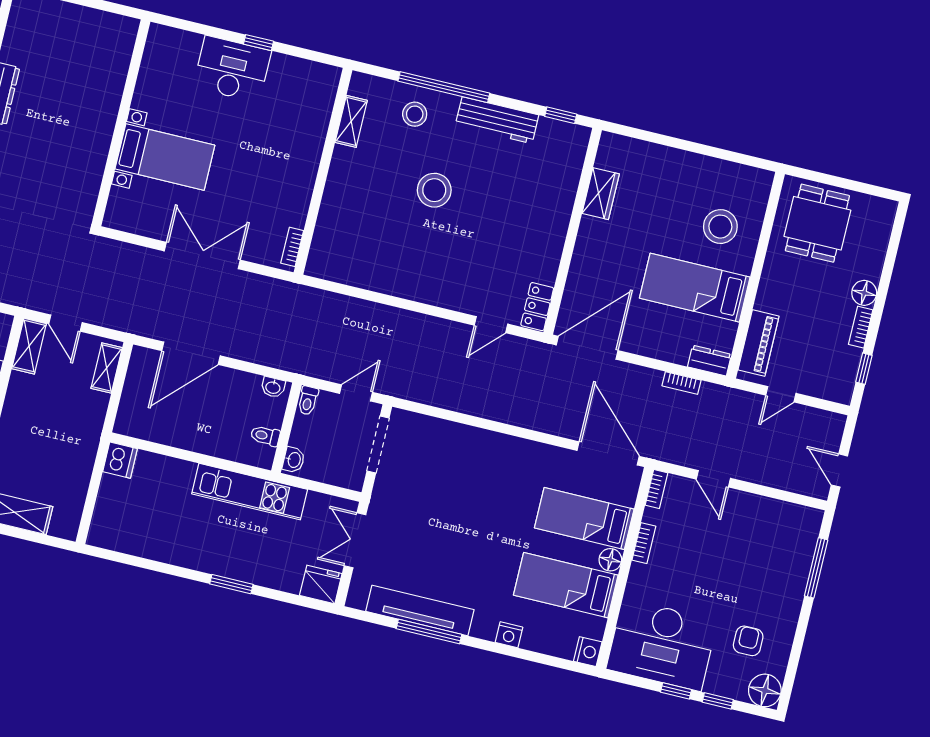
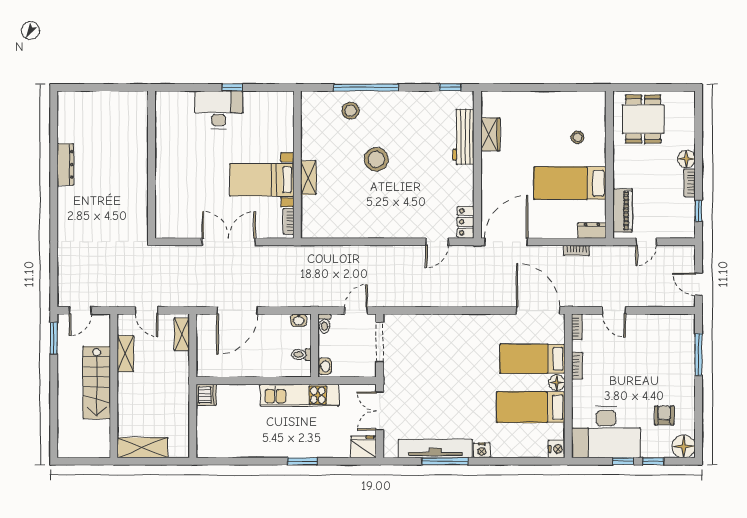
workbench: (497, 120) -> (464, 137), moved, turned 90
shelving: (351, 121) -> (308, 178), moved
bed with nightstands: (165, 157) -> (262, 180), moved, turned 180
stool: (720, 227) -> (577, 137), width x0.53, depth x0.53
shelving: (29, 346) -> (125, 354), moved
nightstand: (509, 635) -> (482, 450), moved

